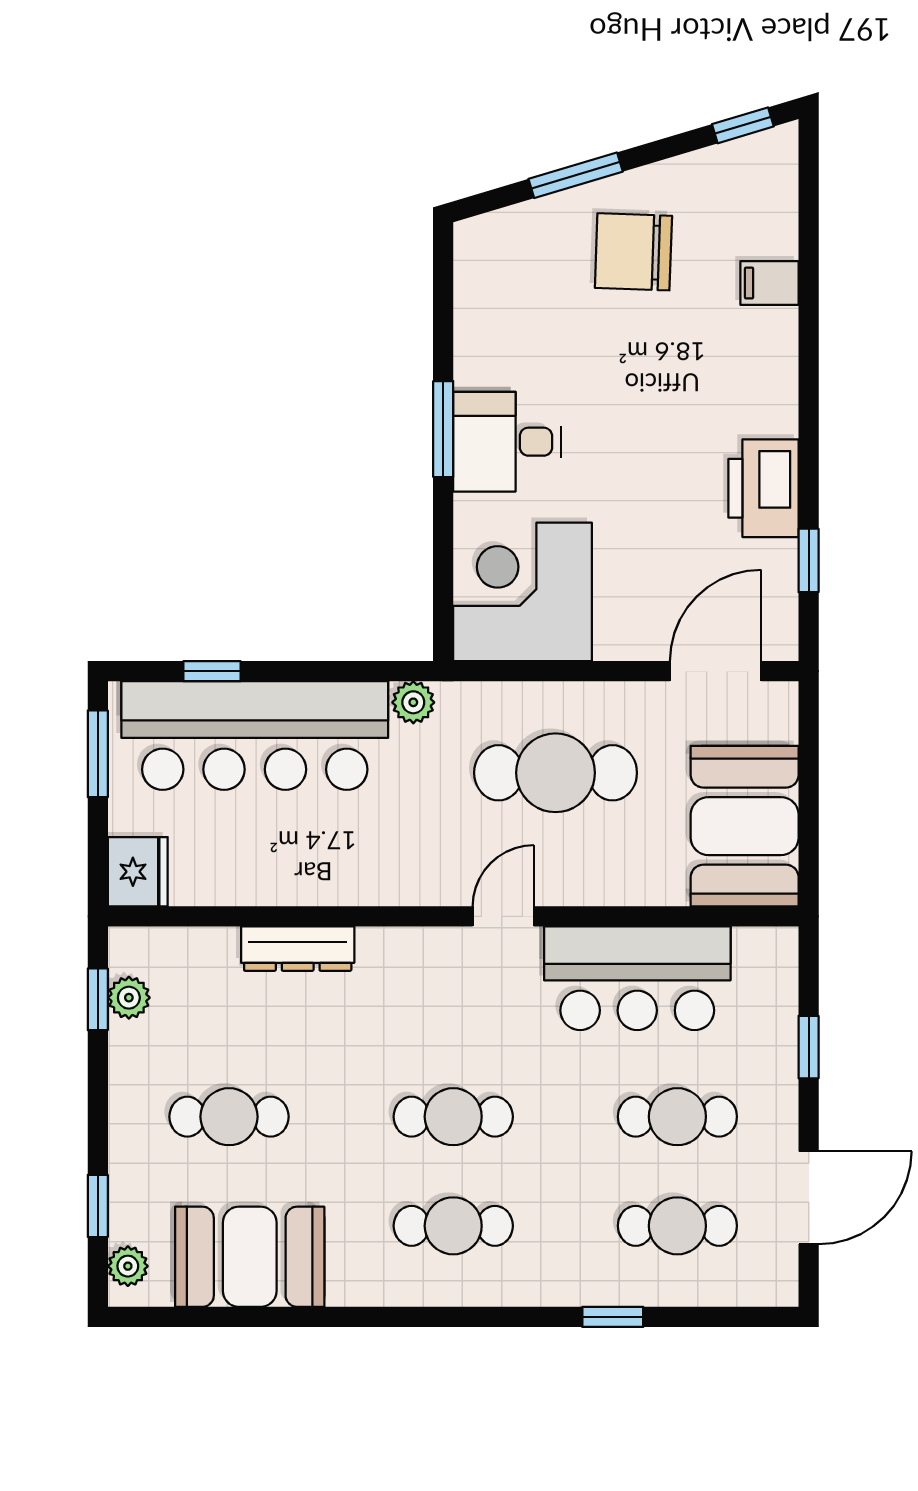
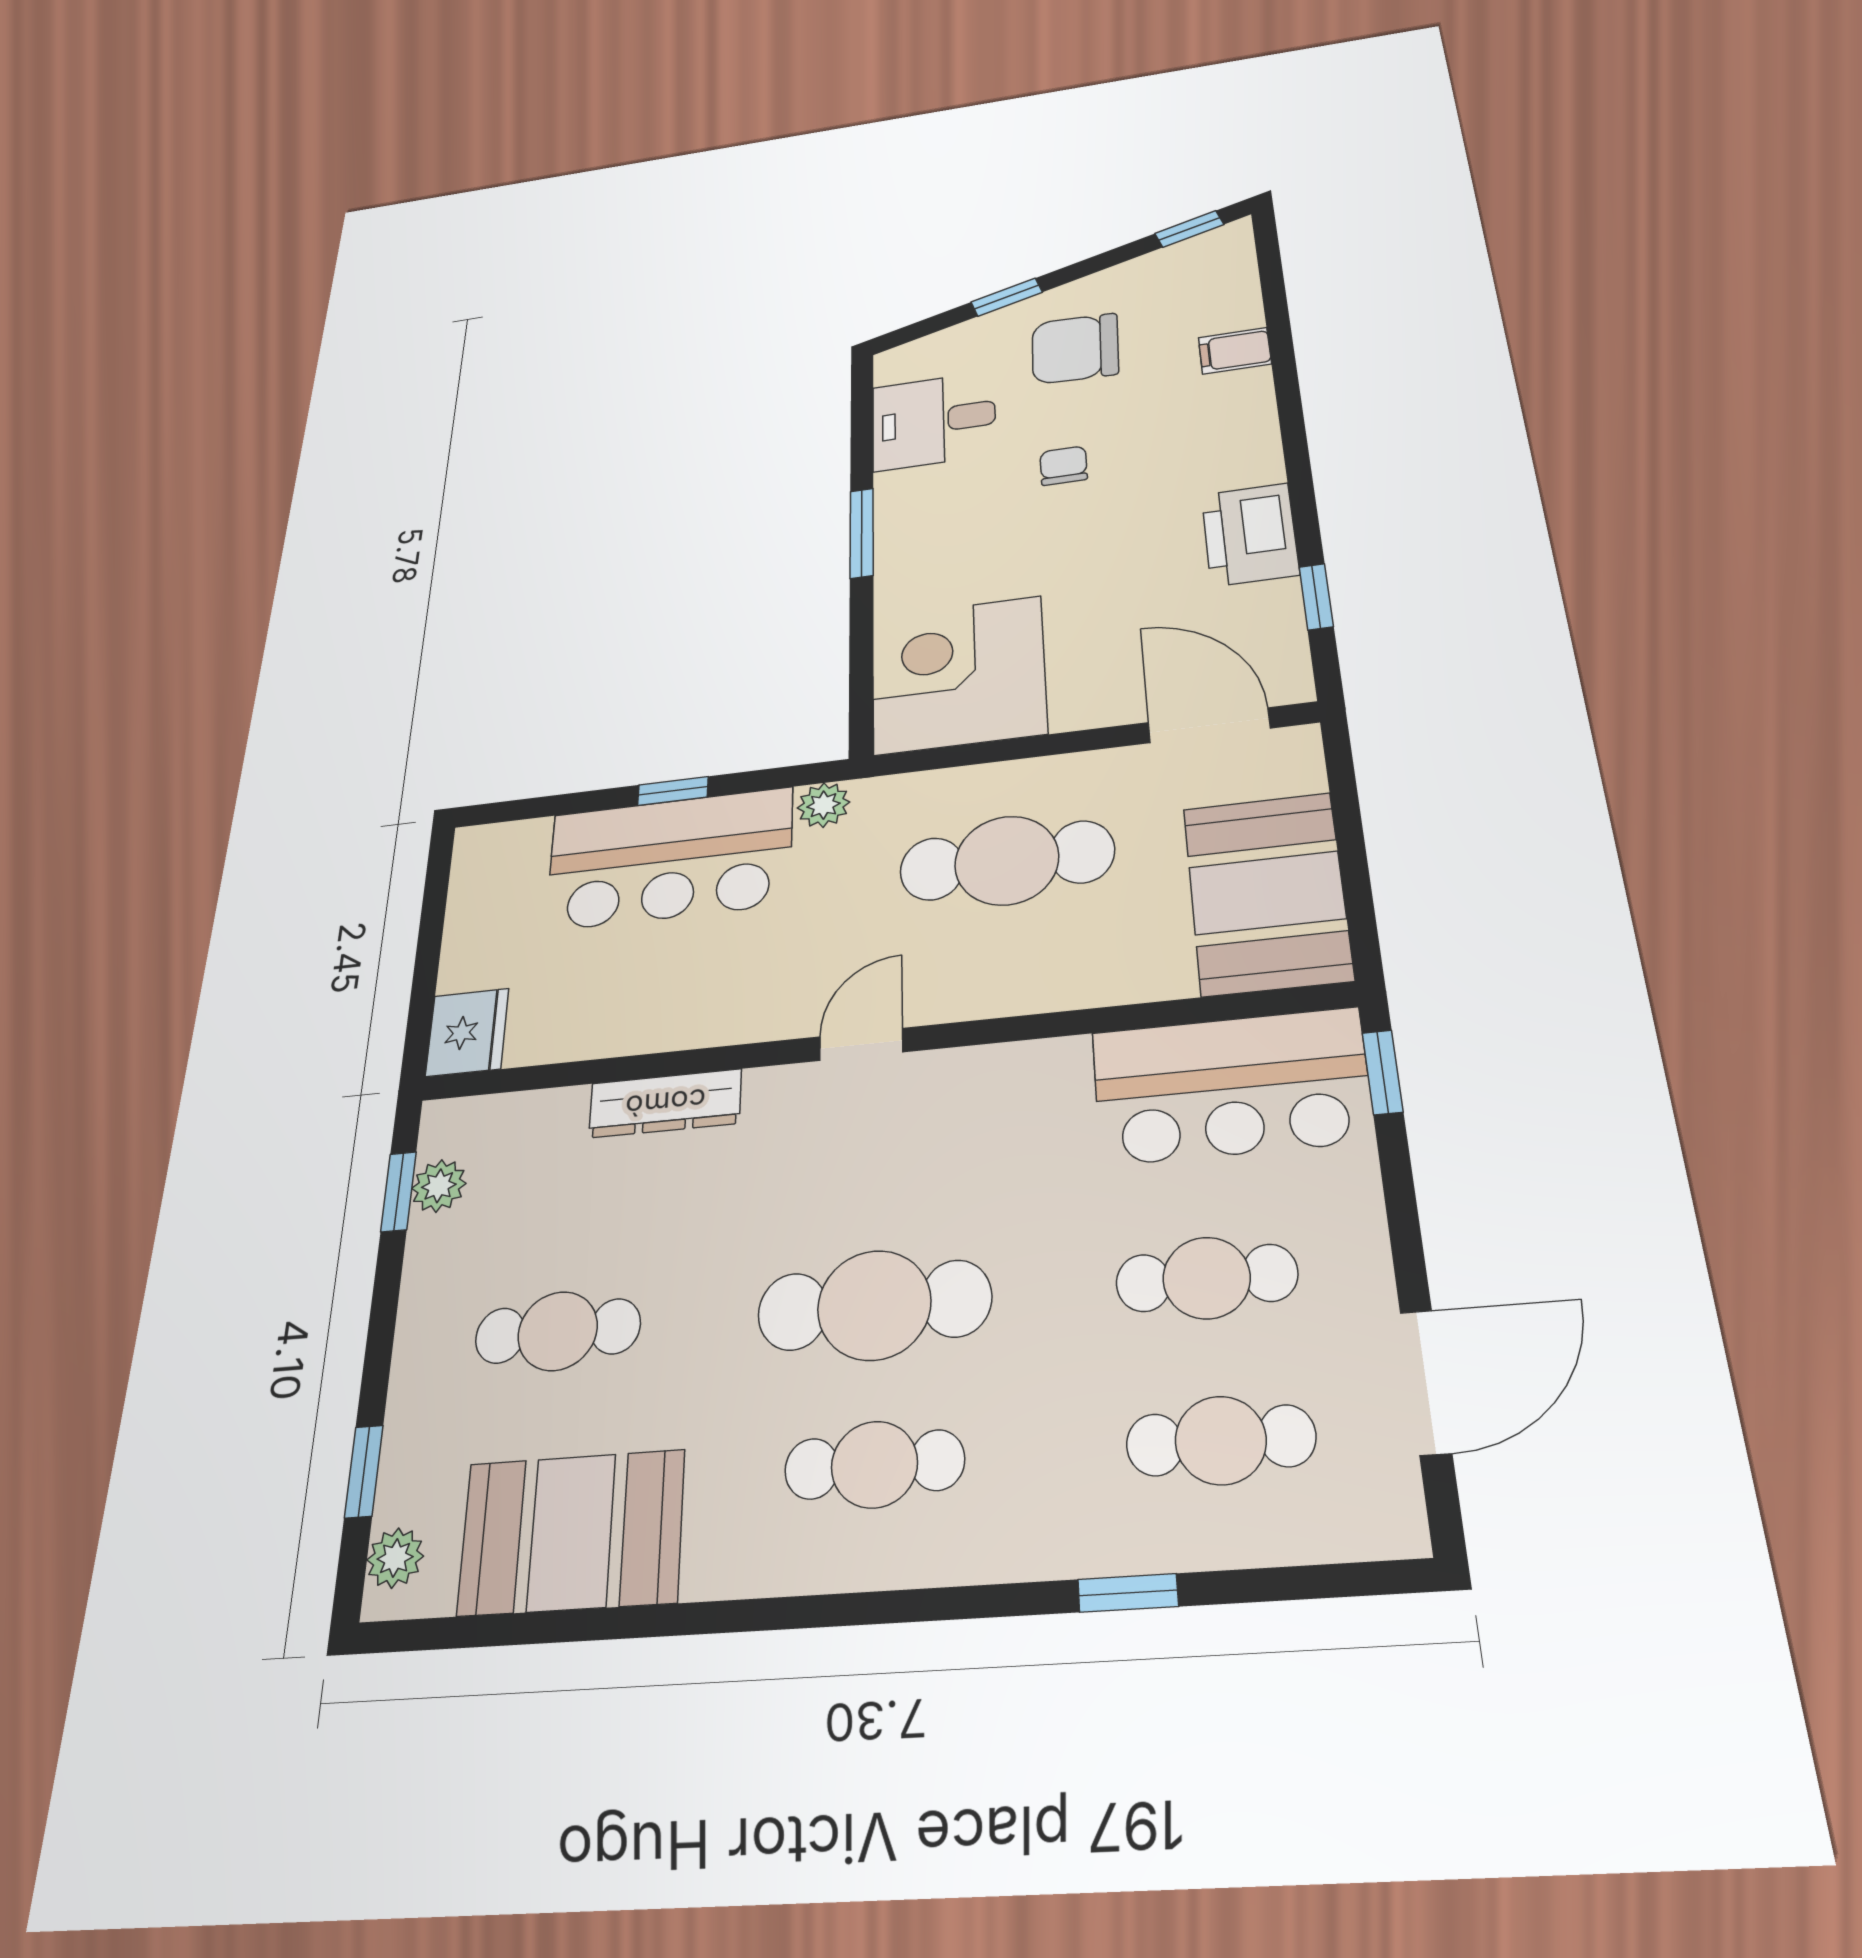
window: (576, 175) -> (1007, 297), width x0.67
chair: (617, 386) -> (1064, 466), added
desk: (507, 442) -> (934, 421), moved
window: (212, 671) -> (673, 791), moved
door: (716, 671) -> (1209, 725), hinge flipped
bar counter: (255, 736) -> (670, 859), width x0.73
window: (98, 754) -> (434, 906), removed
door: (503, 916) -> (861, 1044), moved
bar counter: (637, 978) -> (1231, 1086), moved
window: (809, 1047) -> (1383, 1072), moved
cafe table: (453, 1117) -> (874, 1305), width x1.37, depth x1.35

